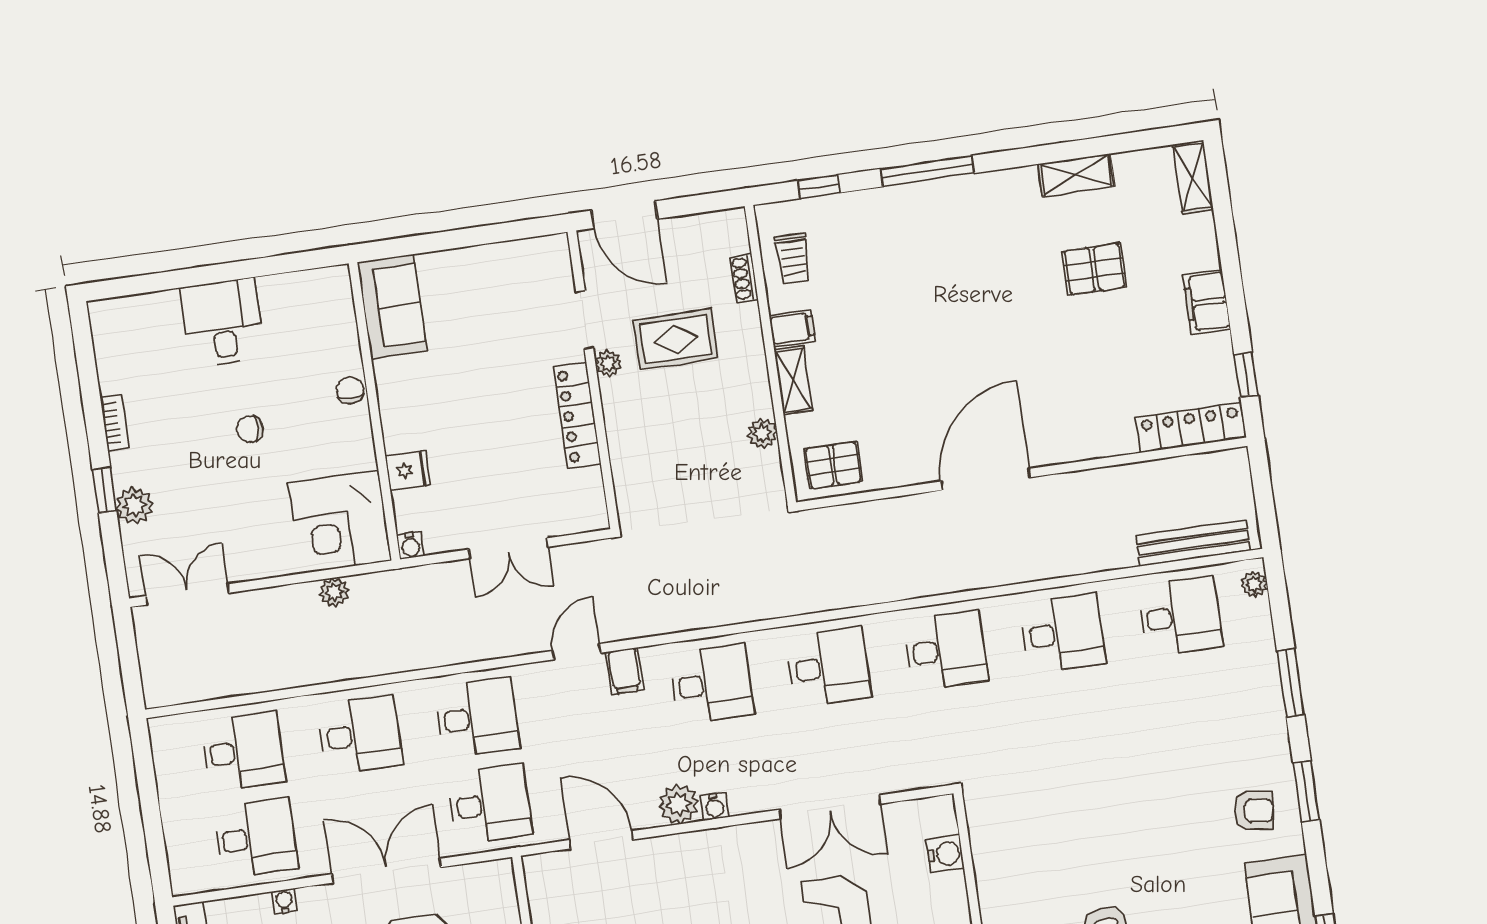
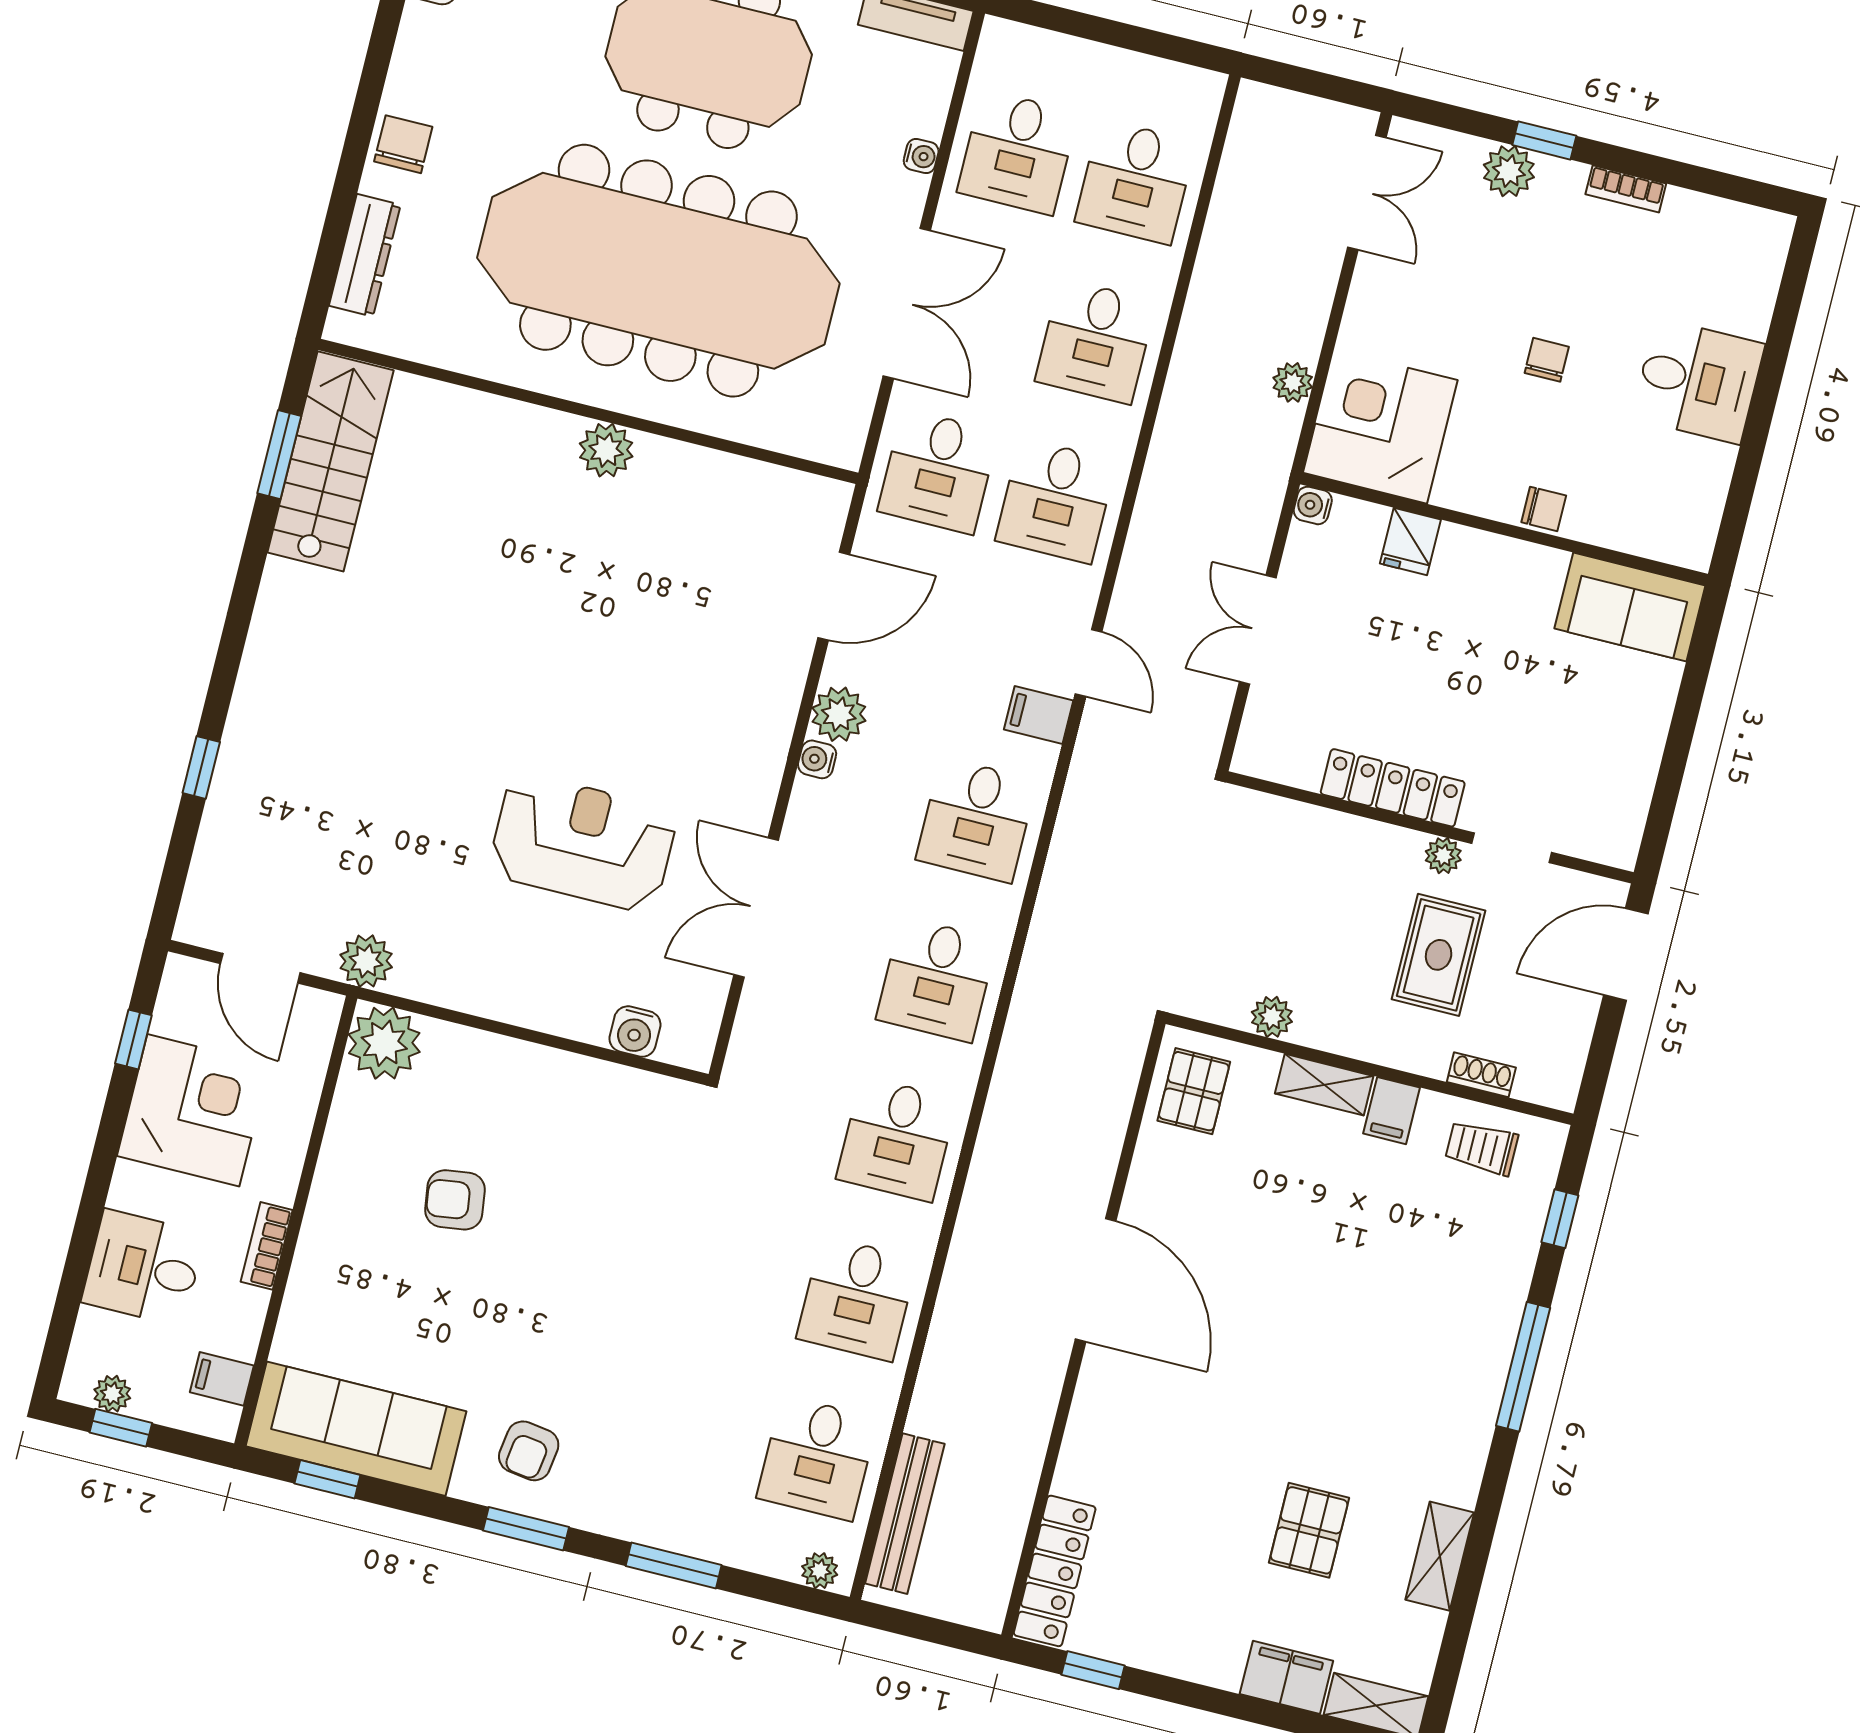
filing cabinet: (1207, 302) -> (1286, 1677), moved

